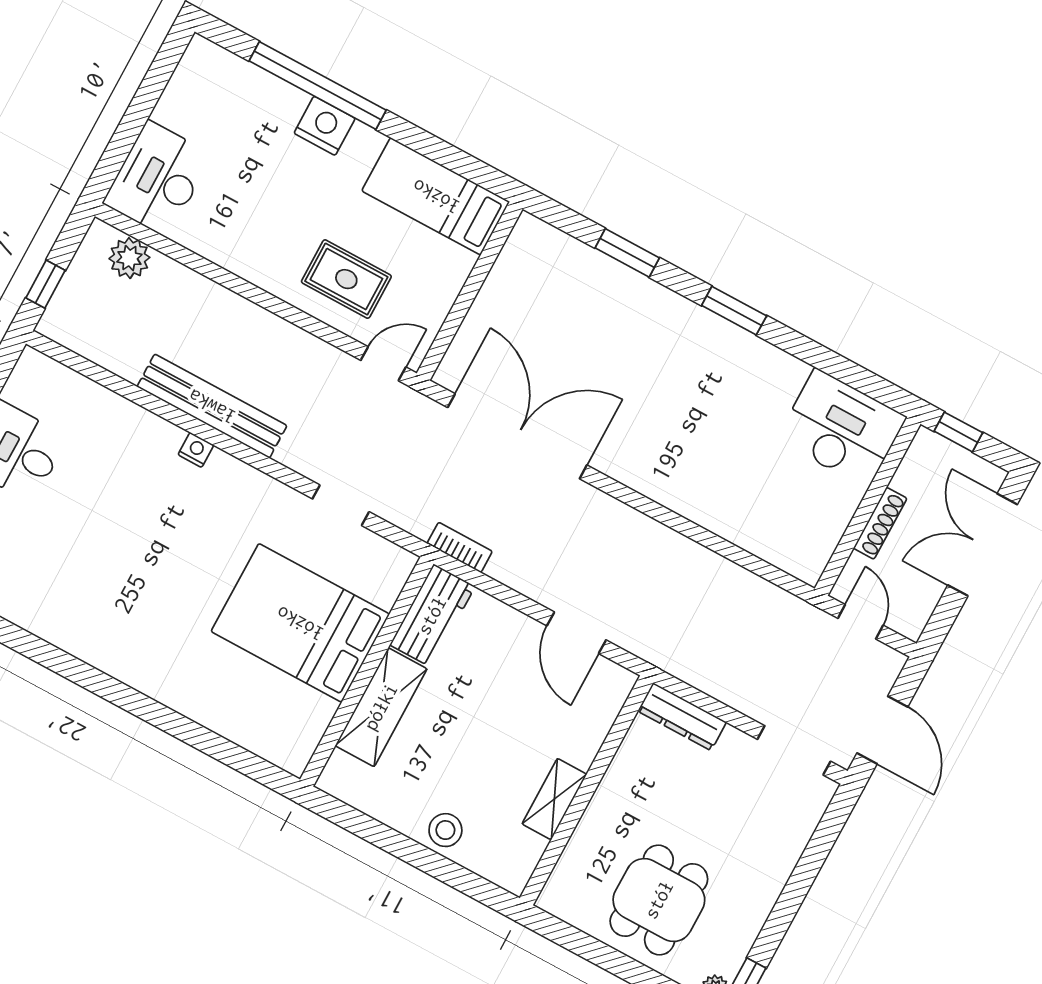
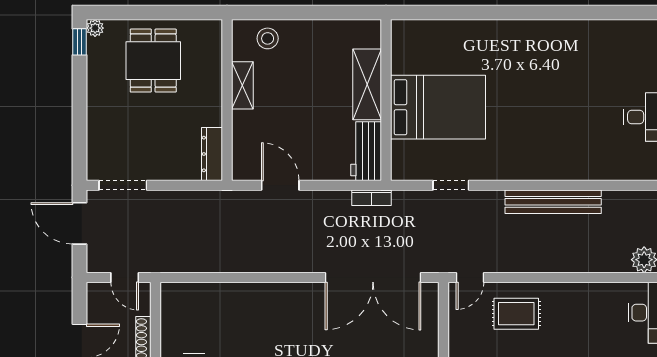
nightstand: (196, 450) -> (549, 172), removed
dresser: (682, 717) -> (212, 154), moved, turned -90
stool: (445, 830) -> (268, 38), moved

